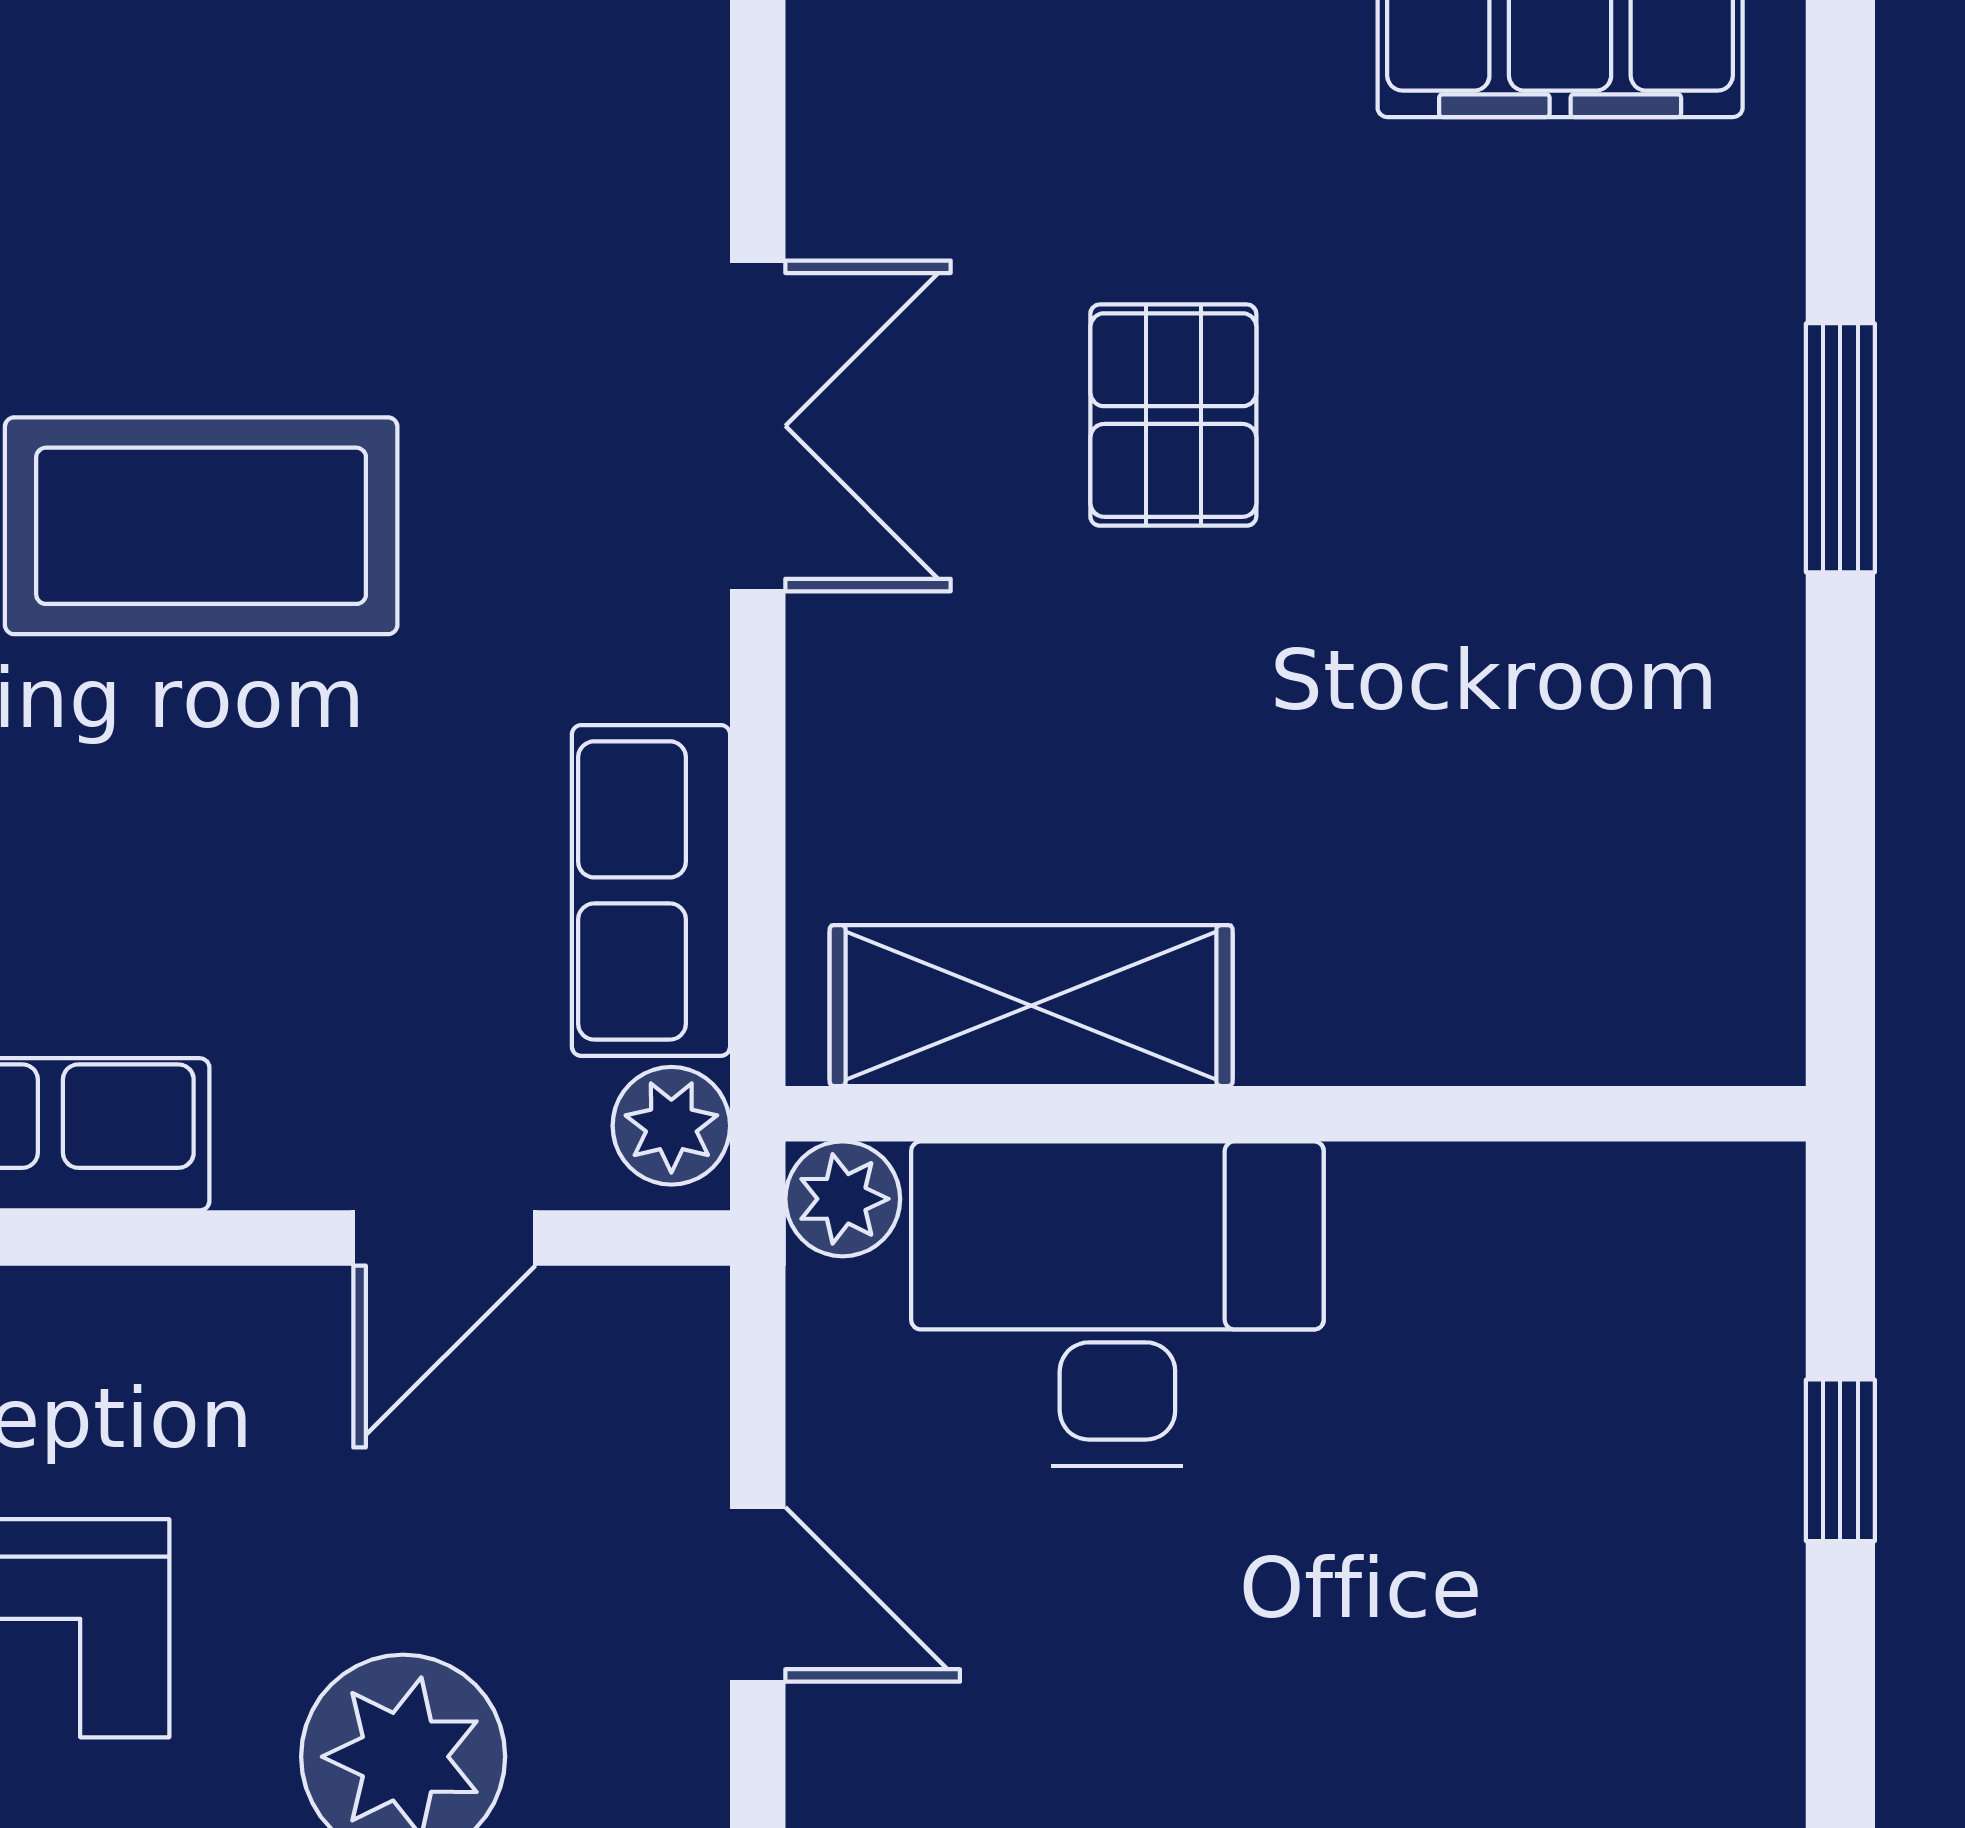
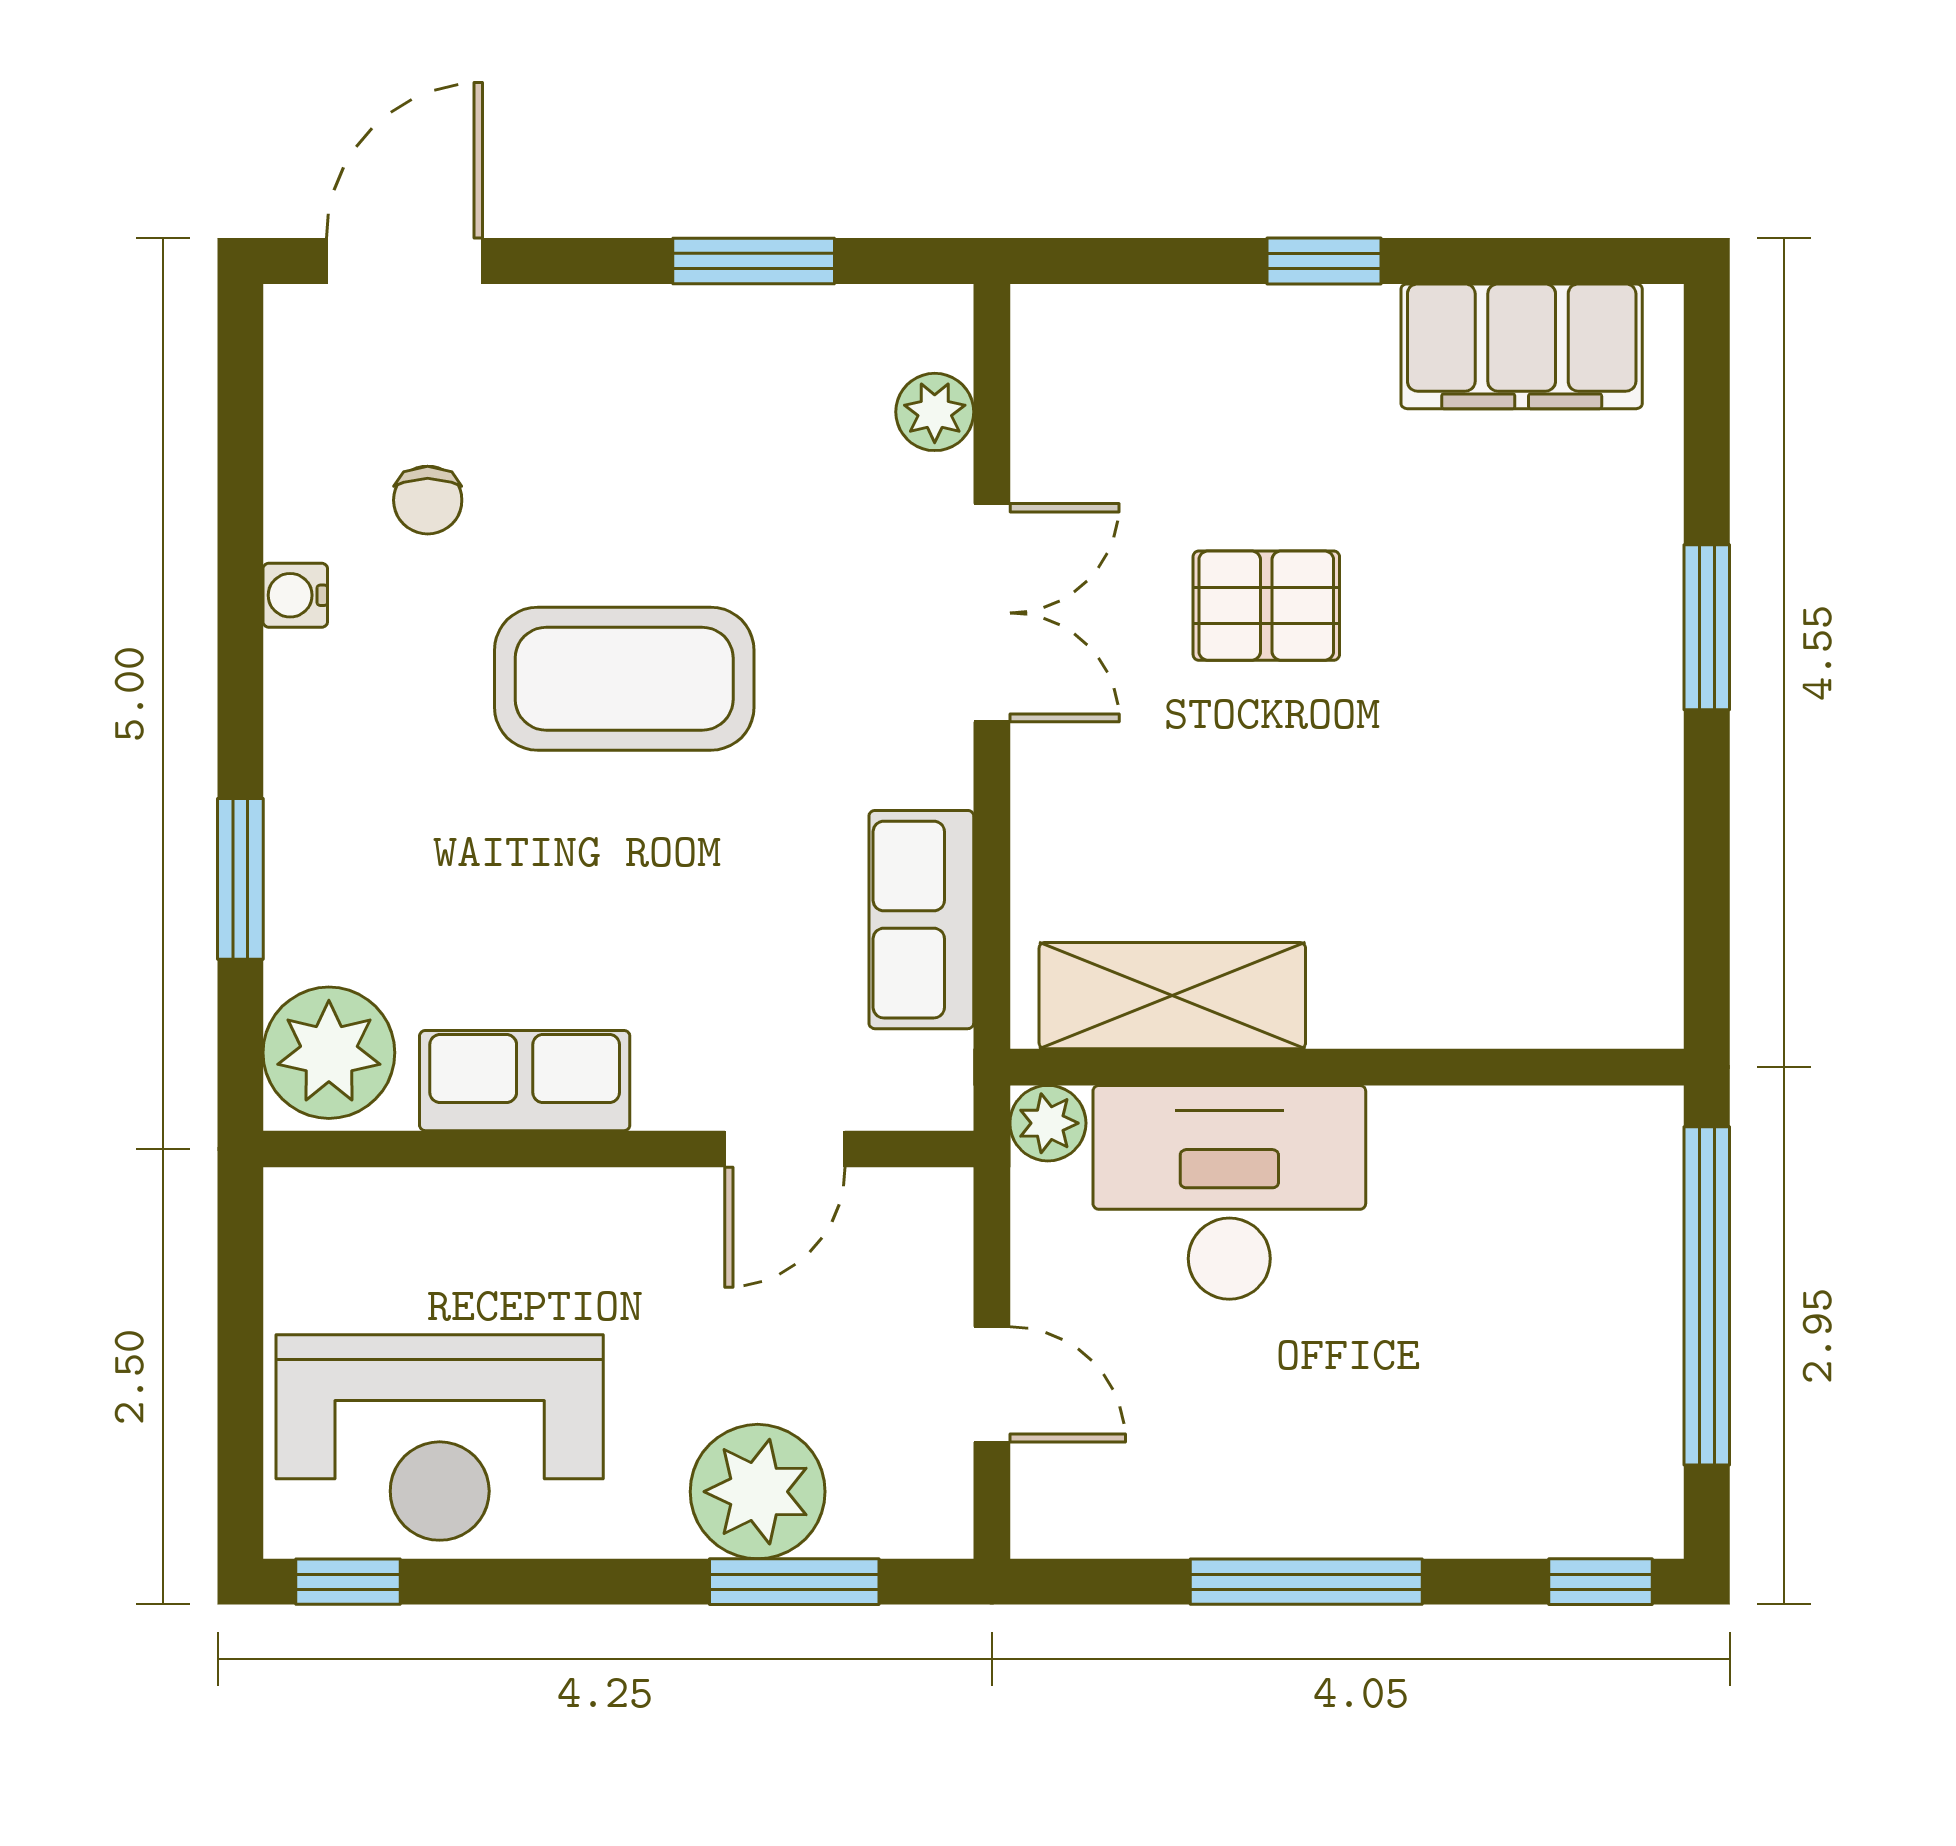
pallet: (1173, 415) -> (1266, 606), turned 90
plant: (671, 1126) -> (935, 412), moved
window: (1840, 1460) -> (1707, 1296), width x3.17

